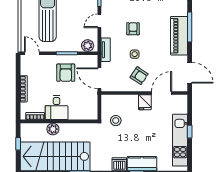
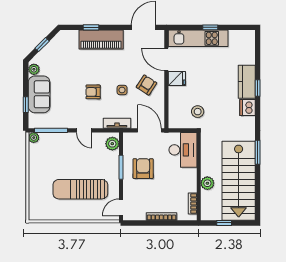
window: (190, 27) -> (91, 27), width x0.46
armchair: (66, 73) -> (143, 169), turned -90
door: (99, 78) -> (149, 130), swing flipped
desk: (57, 108) -> (183, 150), moved, width x1.37
kitchen unit: (180, 140) -> (198, 38), moved

